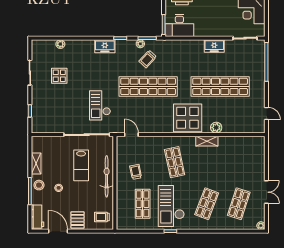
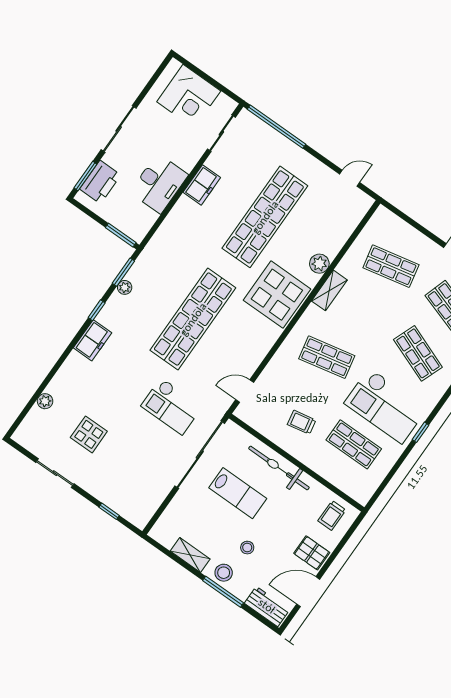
desk: (179, 25) -> (159, 183), moved
trolley: (148, 59) -> (154, 292), removed
shop shelf: (239, 162) -> (391, 266), added

